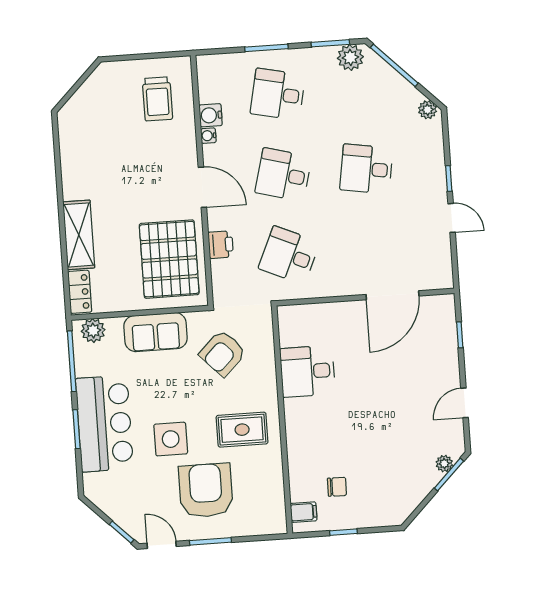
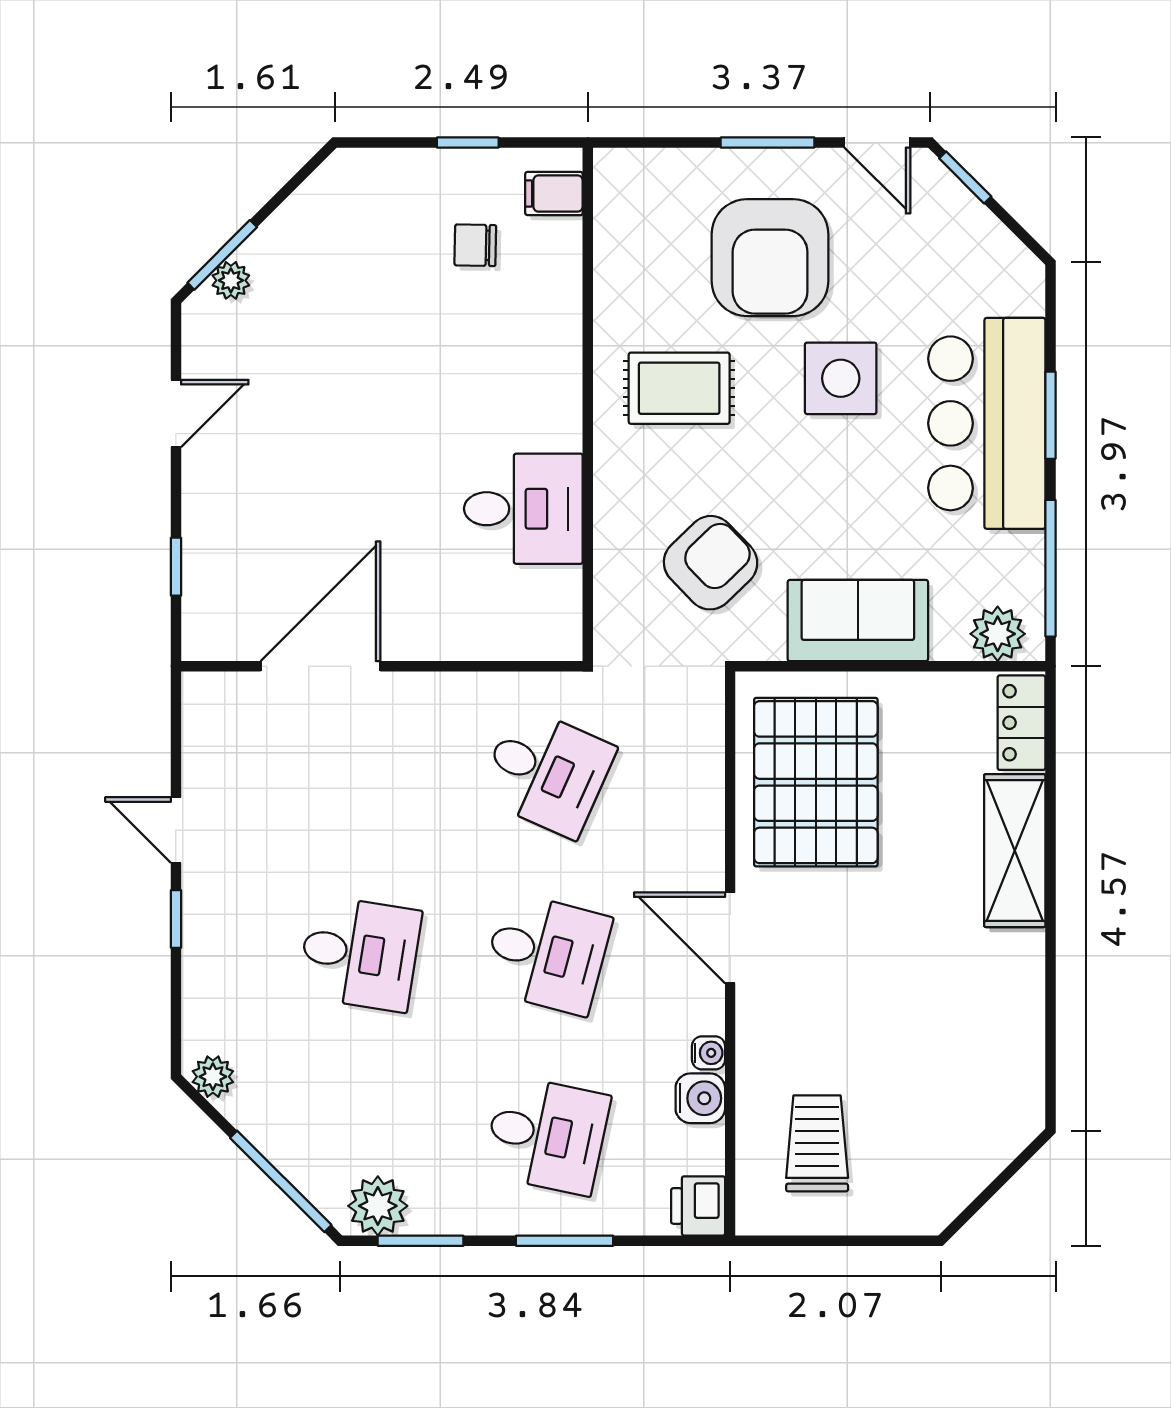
printer: (221, 245) -> (698, 1206), moved

